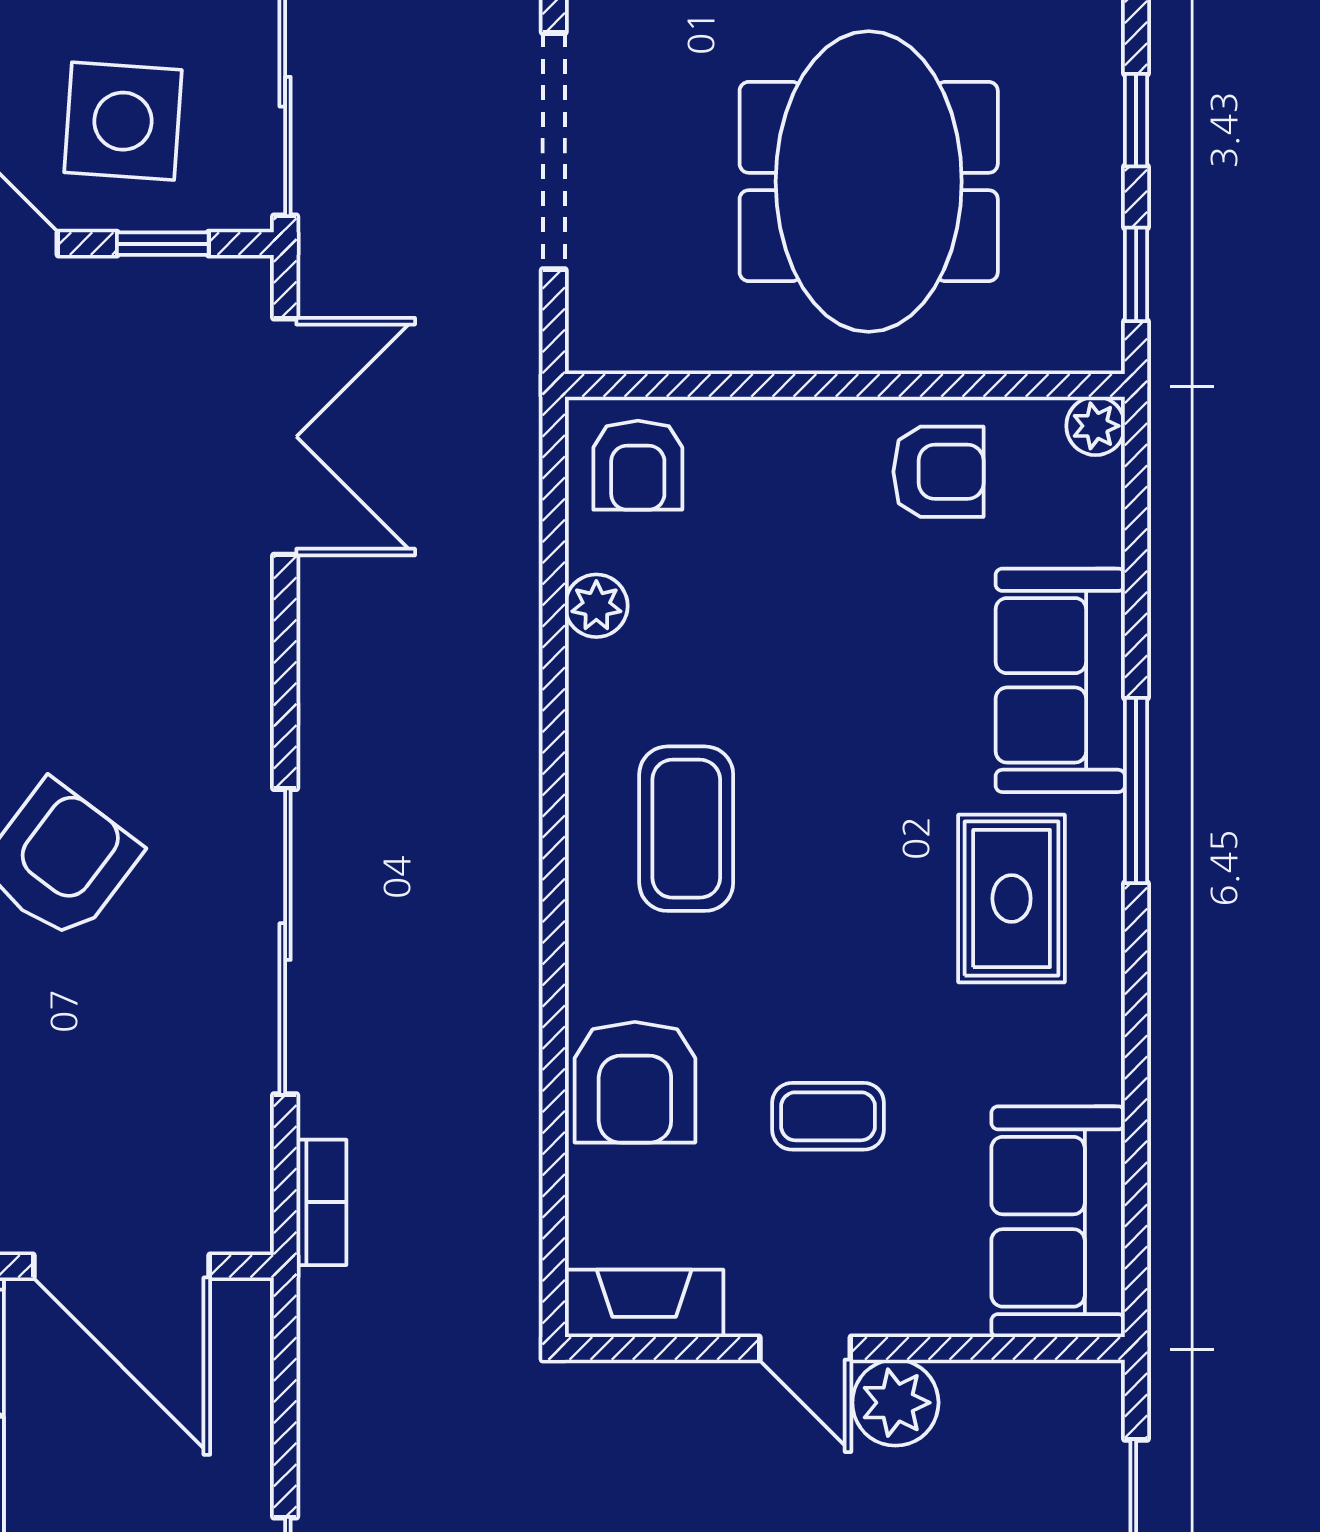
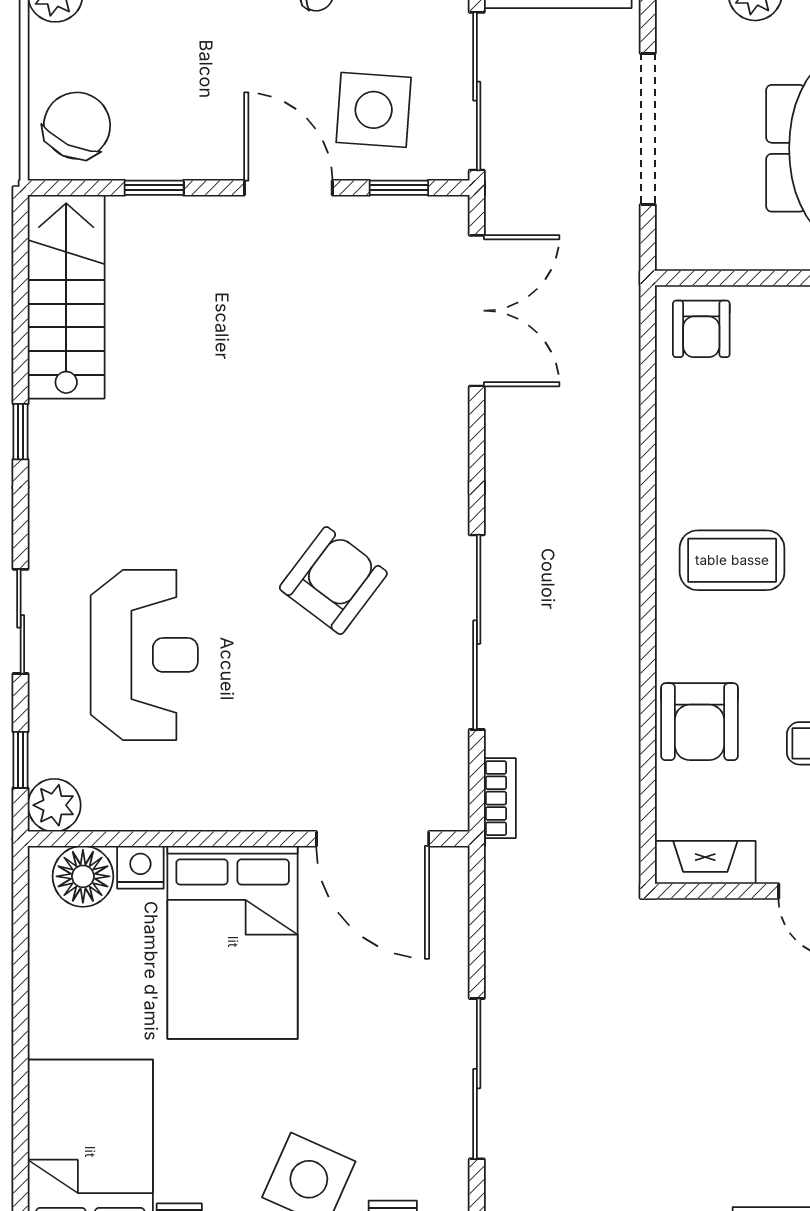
plant: (596, 606) -> (675, 418), removed
coffee table: (686, 829) -> (732, 560), turned 90

